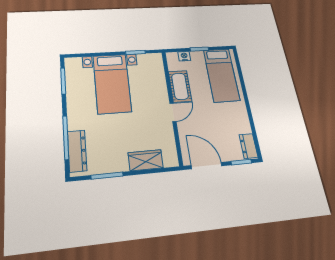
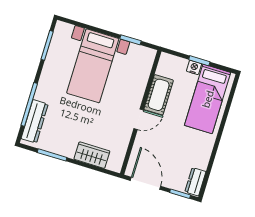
nightstand: (184, 56) -> (194, 67), moved

